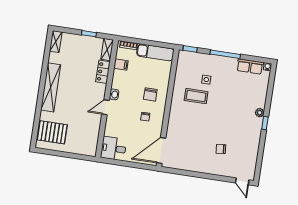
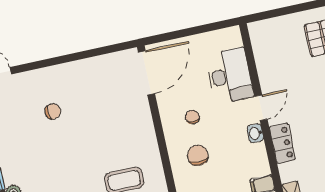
locker: (103, 72) -> (282, 143), moved
desk: (114, 148) -> (230, 76), moved, width x1.37

